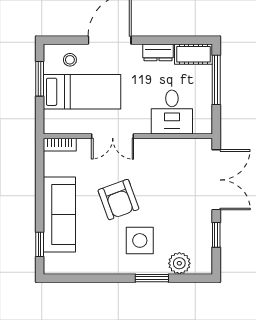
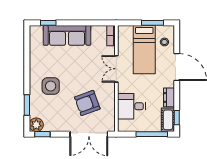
window: (190, 40) -> (177, 118), added
armchair: (118, 200) -> (87, 103), moved
window: (216, 235) -> (42, 134), moved
plant: (179, 263) -> (36, 125), moved
window: (152, 278) -> (27, 105), moved

